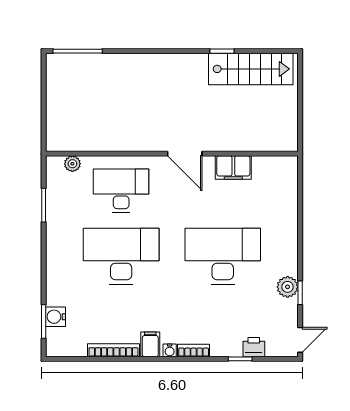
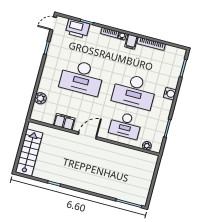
stairs: (251, 69) -> (29, 153), moved, turned 90
door: (185, 154) -> (87, 136), hinge flipped
plant: (288, 287) -> (40, 98), moved
water cooler: (56, 317) -> (170, 94), moved
printer: (254, 347) -> (77, 29), width x1.87, depth x1.48

